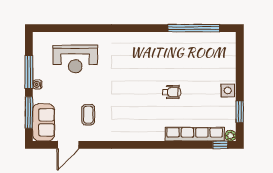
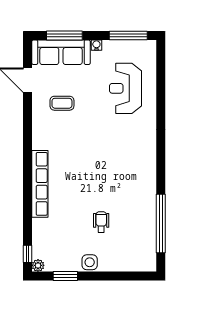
window: (29, 72) -> (128, 36), moved
wheelchair: (171, 92) -> (101, 222), moved, turned 180
sofa: (44, 122) -> (61, 52), width x1.36
row of seats: (195, 134) -> (40, 184), moved

